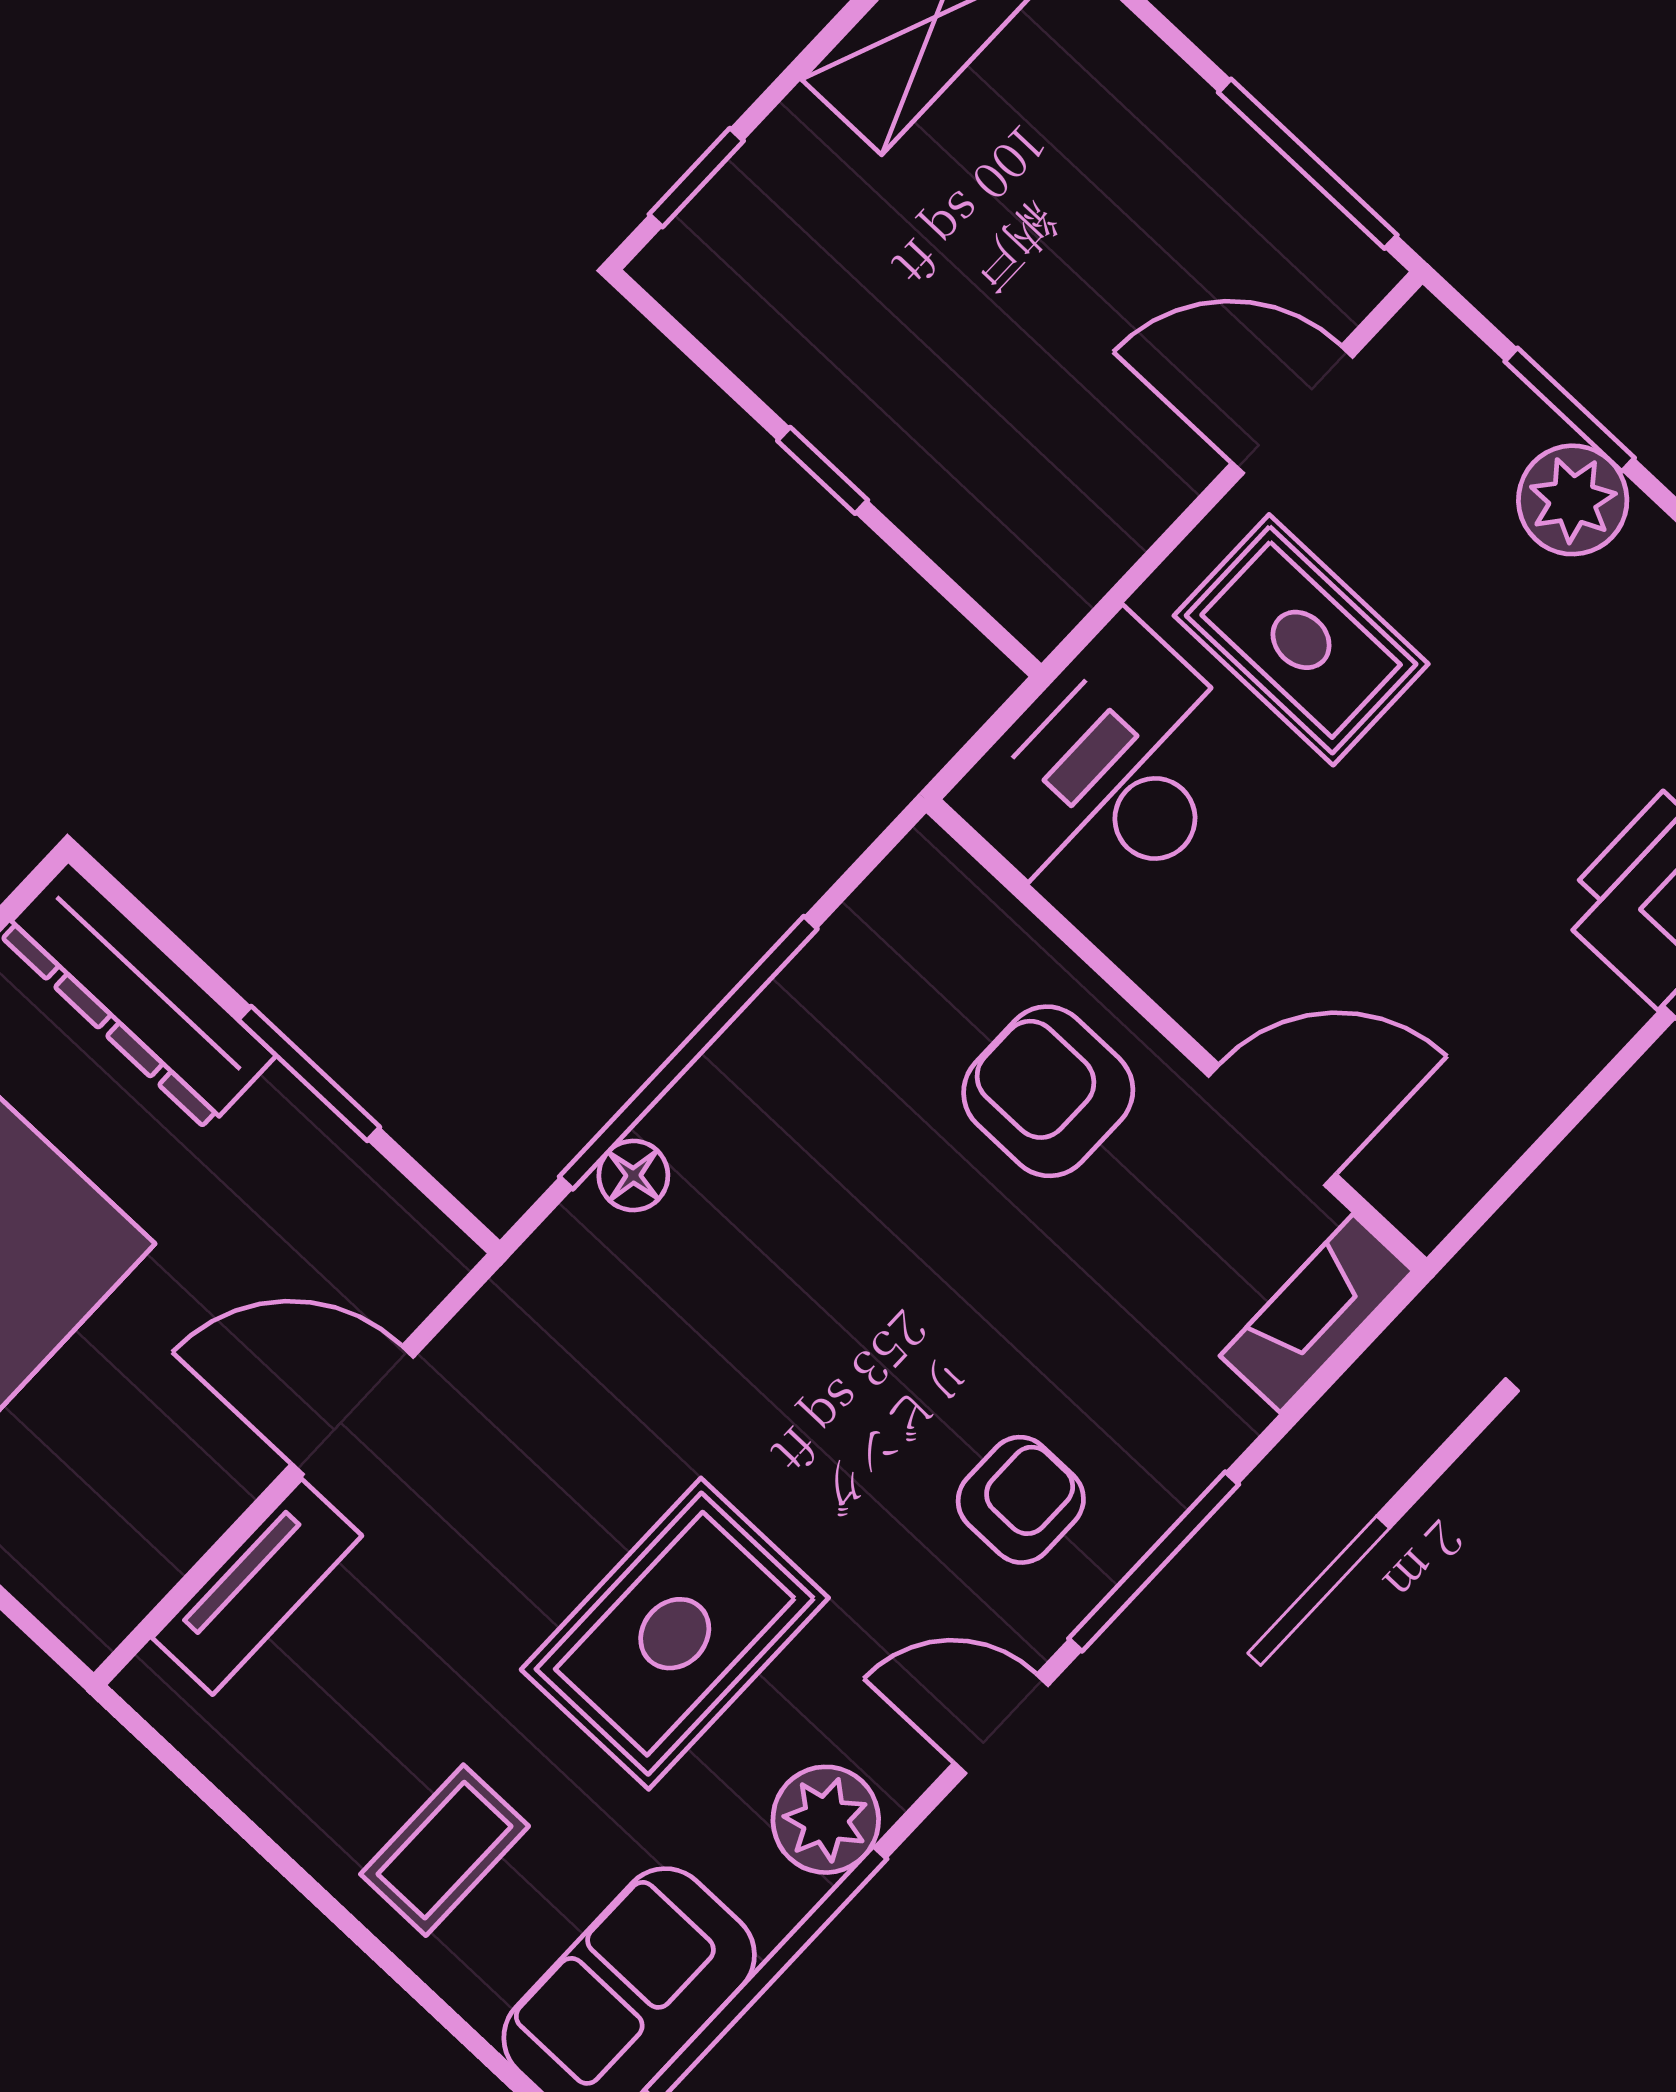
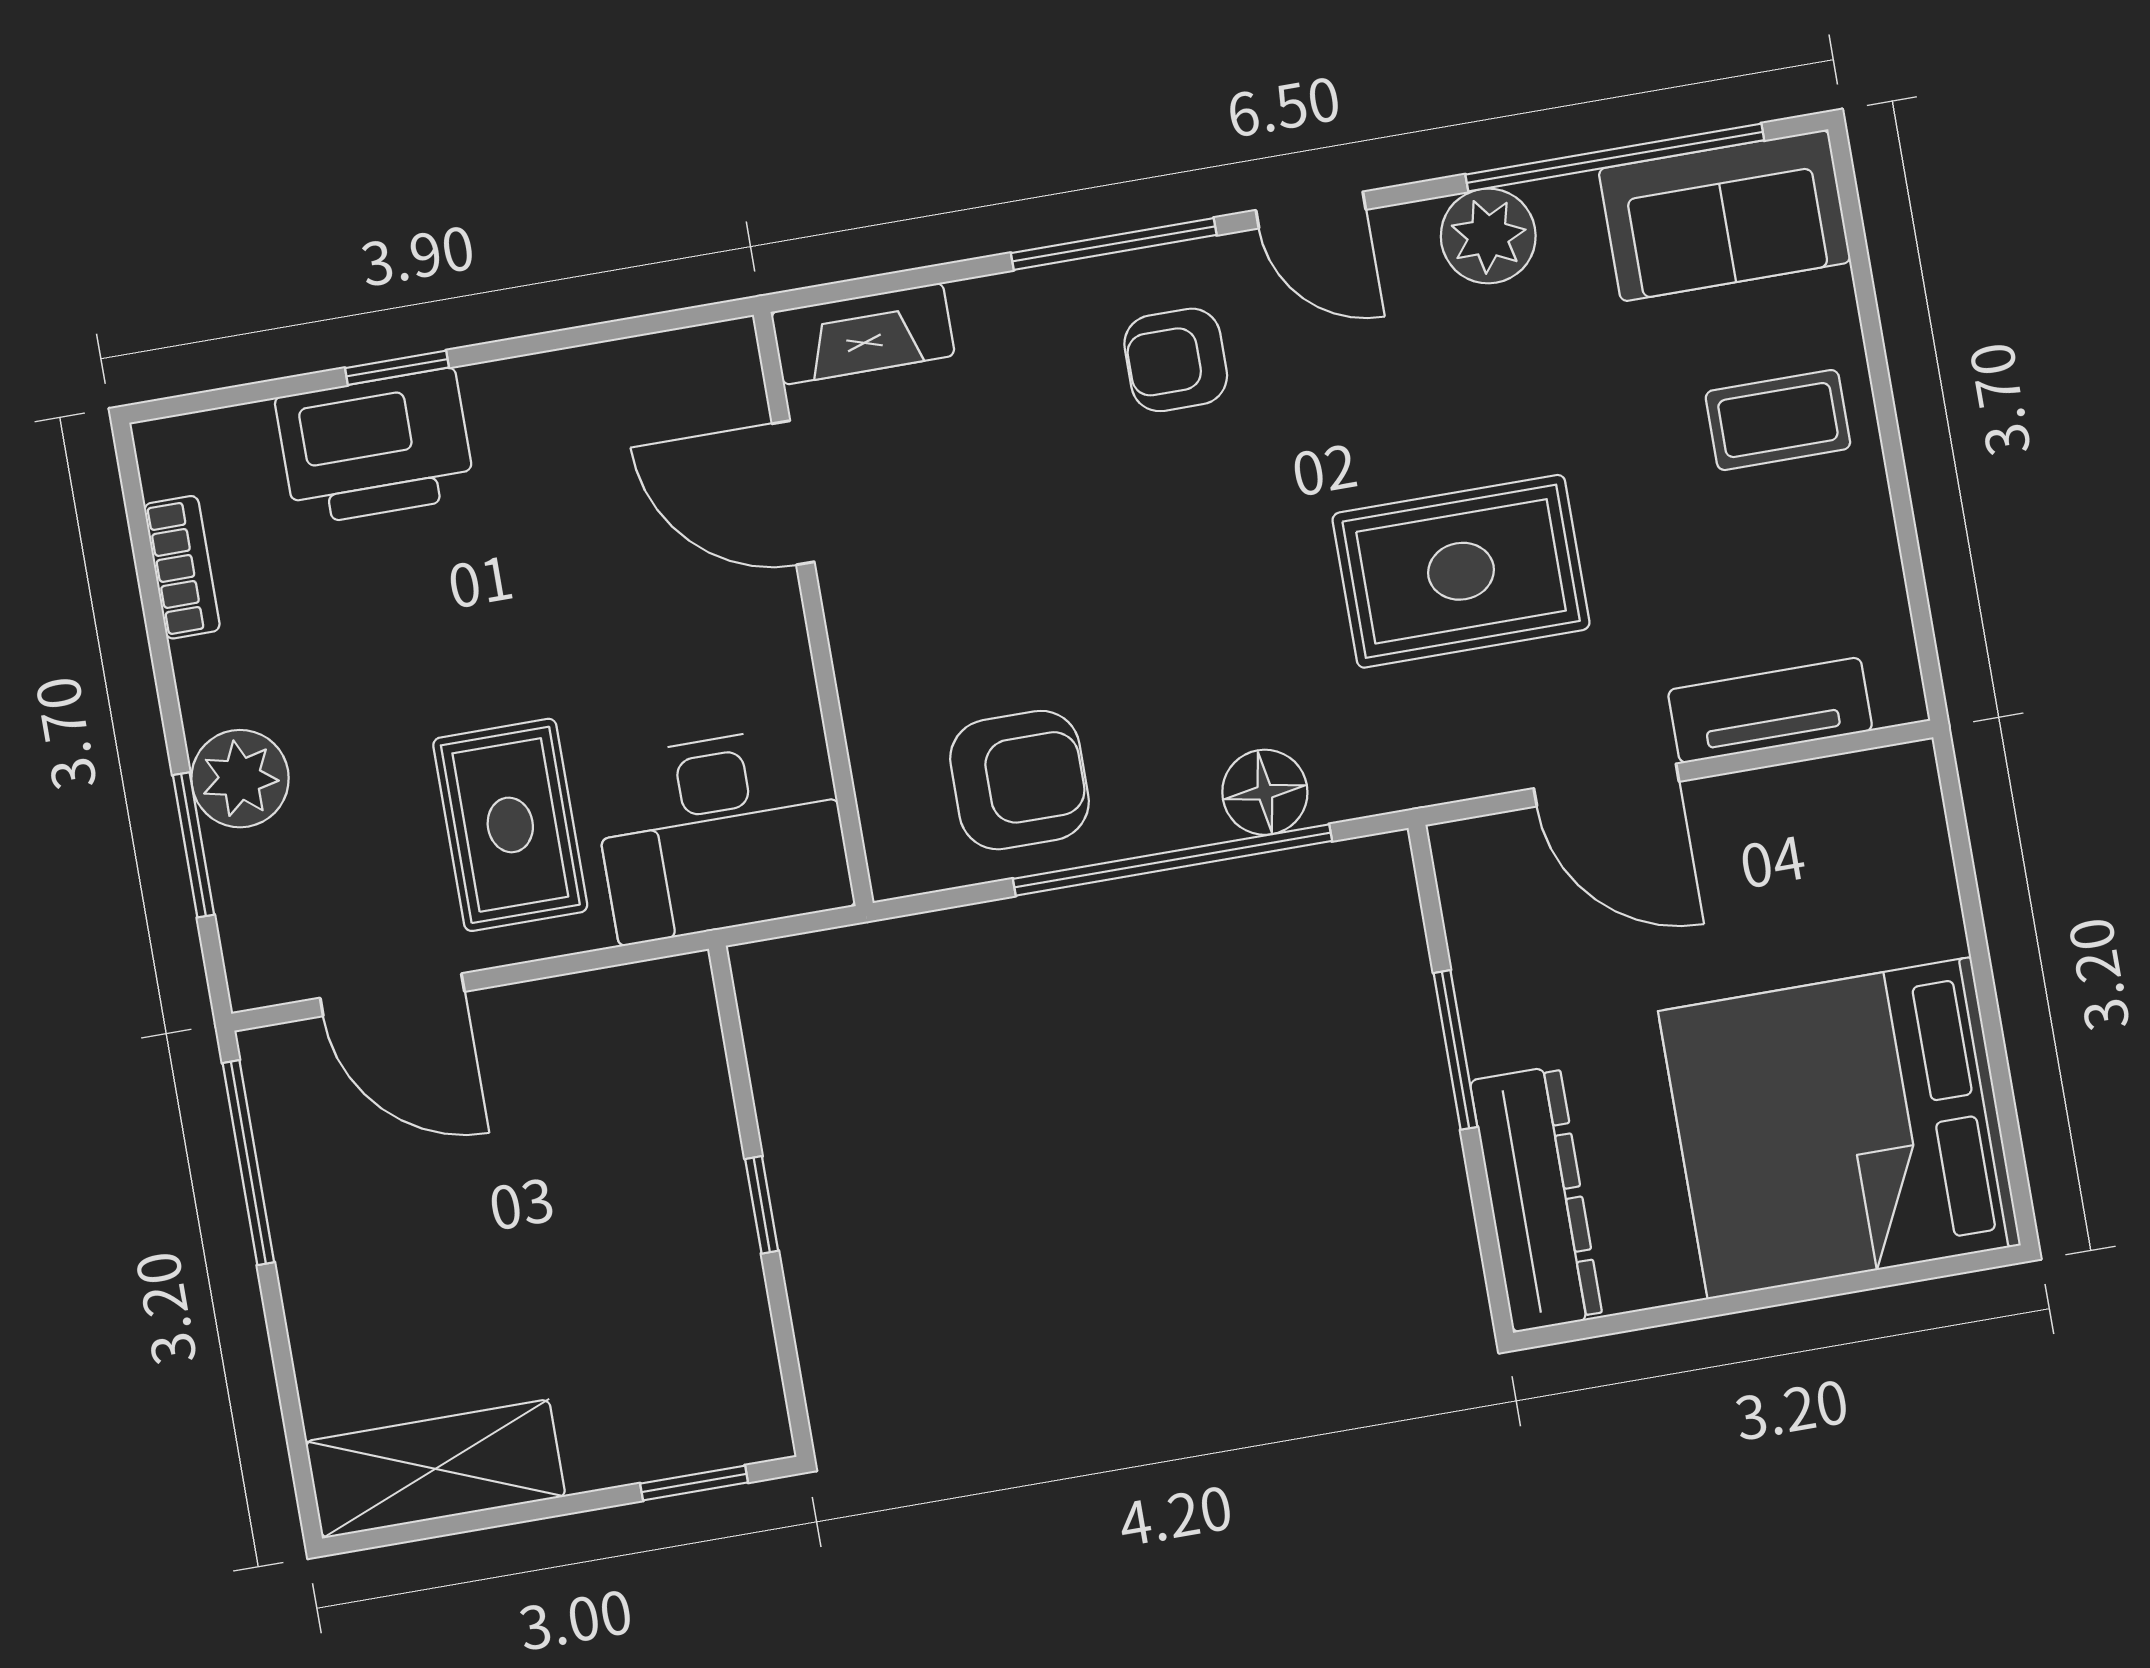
armchair: (1048, 1091) -> (1020, 780), moved, turned -90
floor lamp: (633, 1175) -> (1265, 792), width x1.37, depth x1.37
rug: (675, 1634) -> (1461, 571), moved

